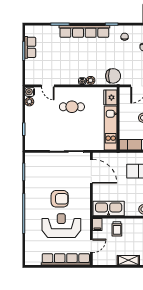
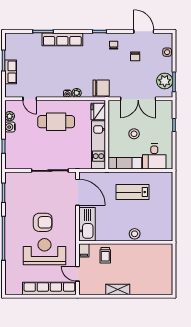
row of seats: (84, 31) -> (62, 39), width x0.73
row of seats: (30, 47) -> (11, 72), moved
water cooler: (30, 92) -> (10, 127), moved
cafe table: (72, 107) -> (56, 122), width x1.37, depth x1.35
kitchen sink: (109, 208) -> (87, 224), moved, turned 90
door: (91, 246) -> (77, 274), swing flipped

